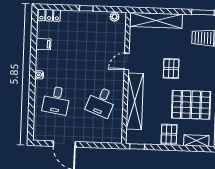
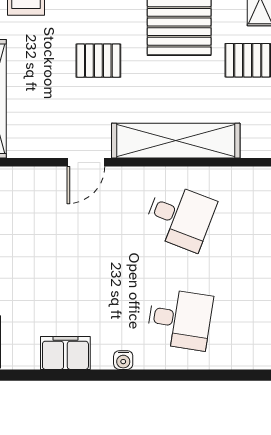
filing cabinet: (43, 44) -> (65, 353), width x2.00
door: (127, 61) -> (86, 162), hinge flipped

